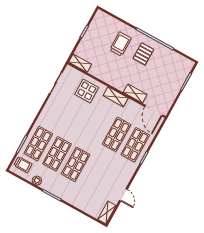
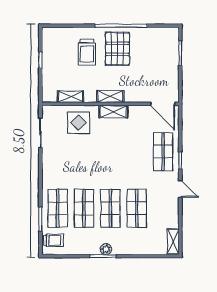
trolley: (120, 44) -> (87, 52), turned 180
pallet: (143, 54) -> (117, 49), width x1.50, depth x1.42
shelving: (80, 63) -> (71, 97), moved
shelving: (135, 93) -> (110, 96), moved
shop shelf: (117, 134) -> (137, 208), moved
plant: (37, 181) -> (106, 249), moved
door: (123, 195) -> (180, 189), moved

